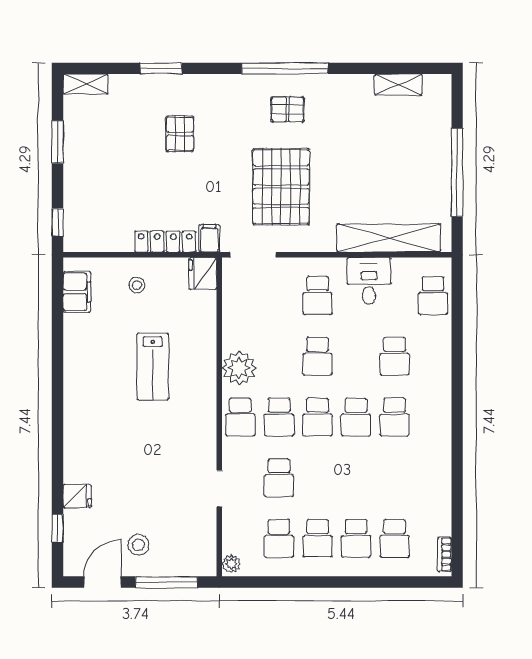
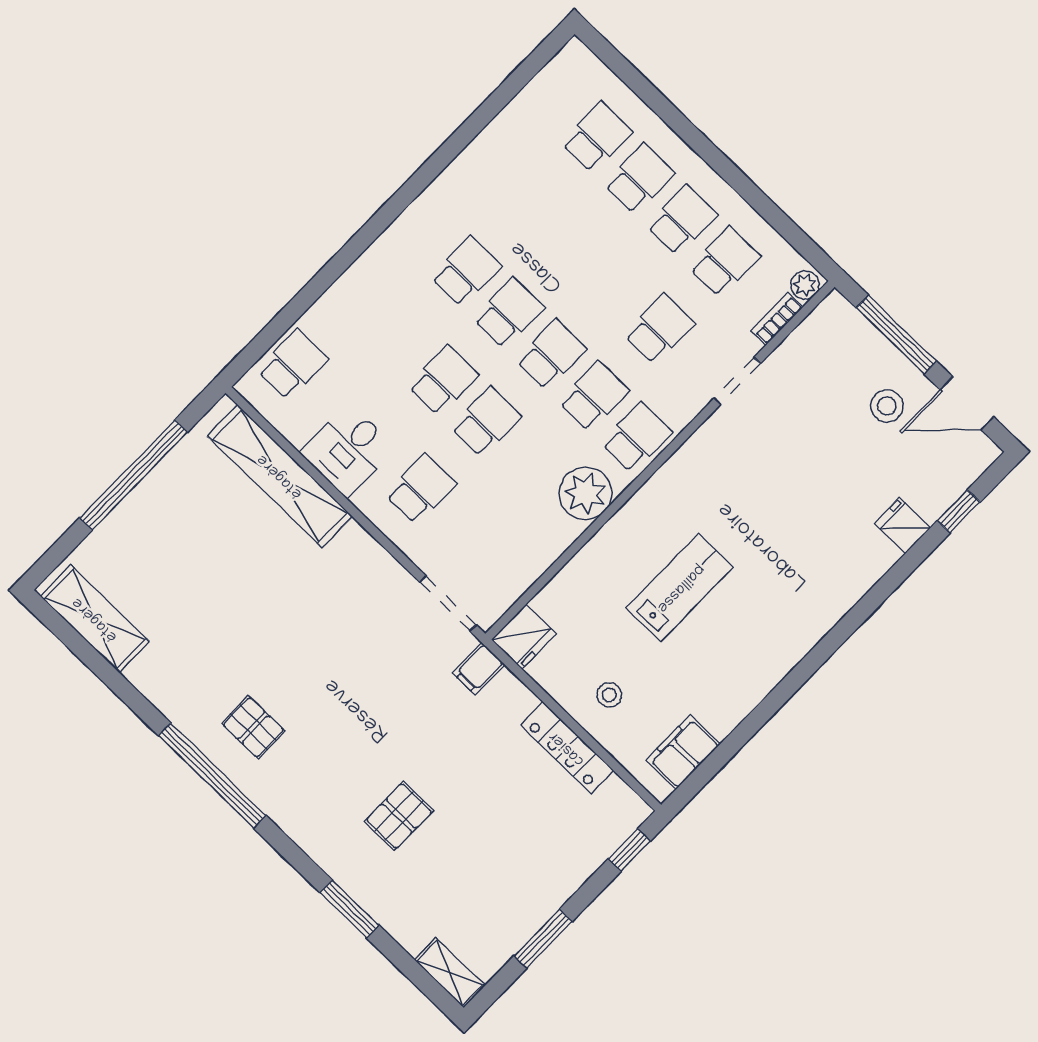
shelving: (398, 85) -> (95, 619), width x1.50, depth x1.33
pallet: (281, 187) -> (344, 649), removed
locker: (165, 241) -> (567, 748), moved
school desk: (395, 356) -> (443, 380), moved
bookcase: (445, 554) -> (777, 319), moved, turned 180

